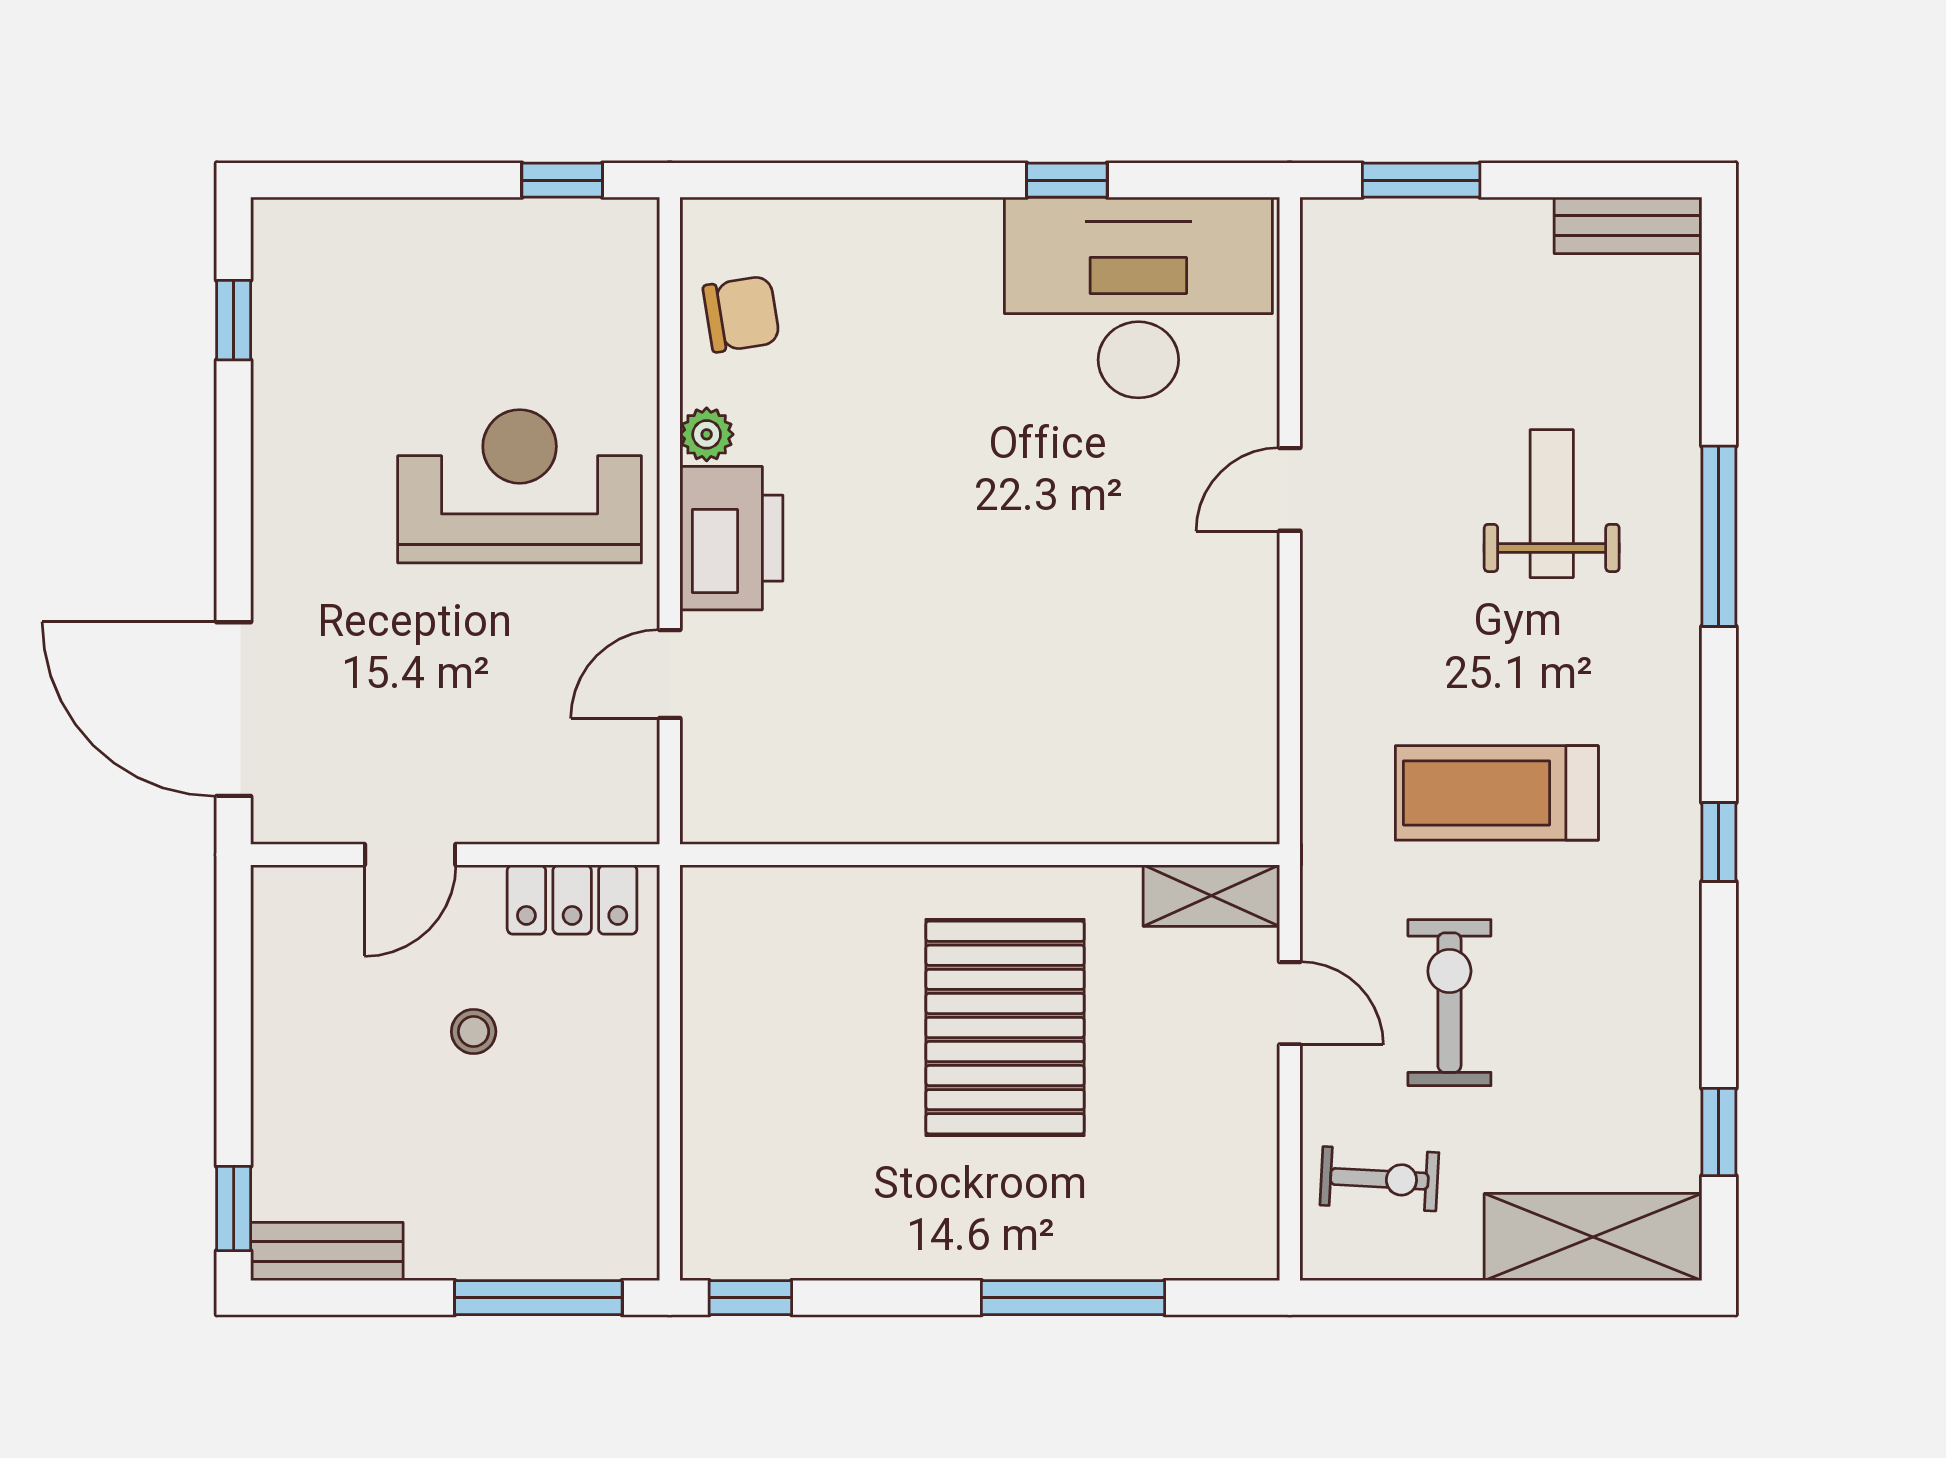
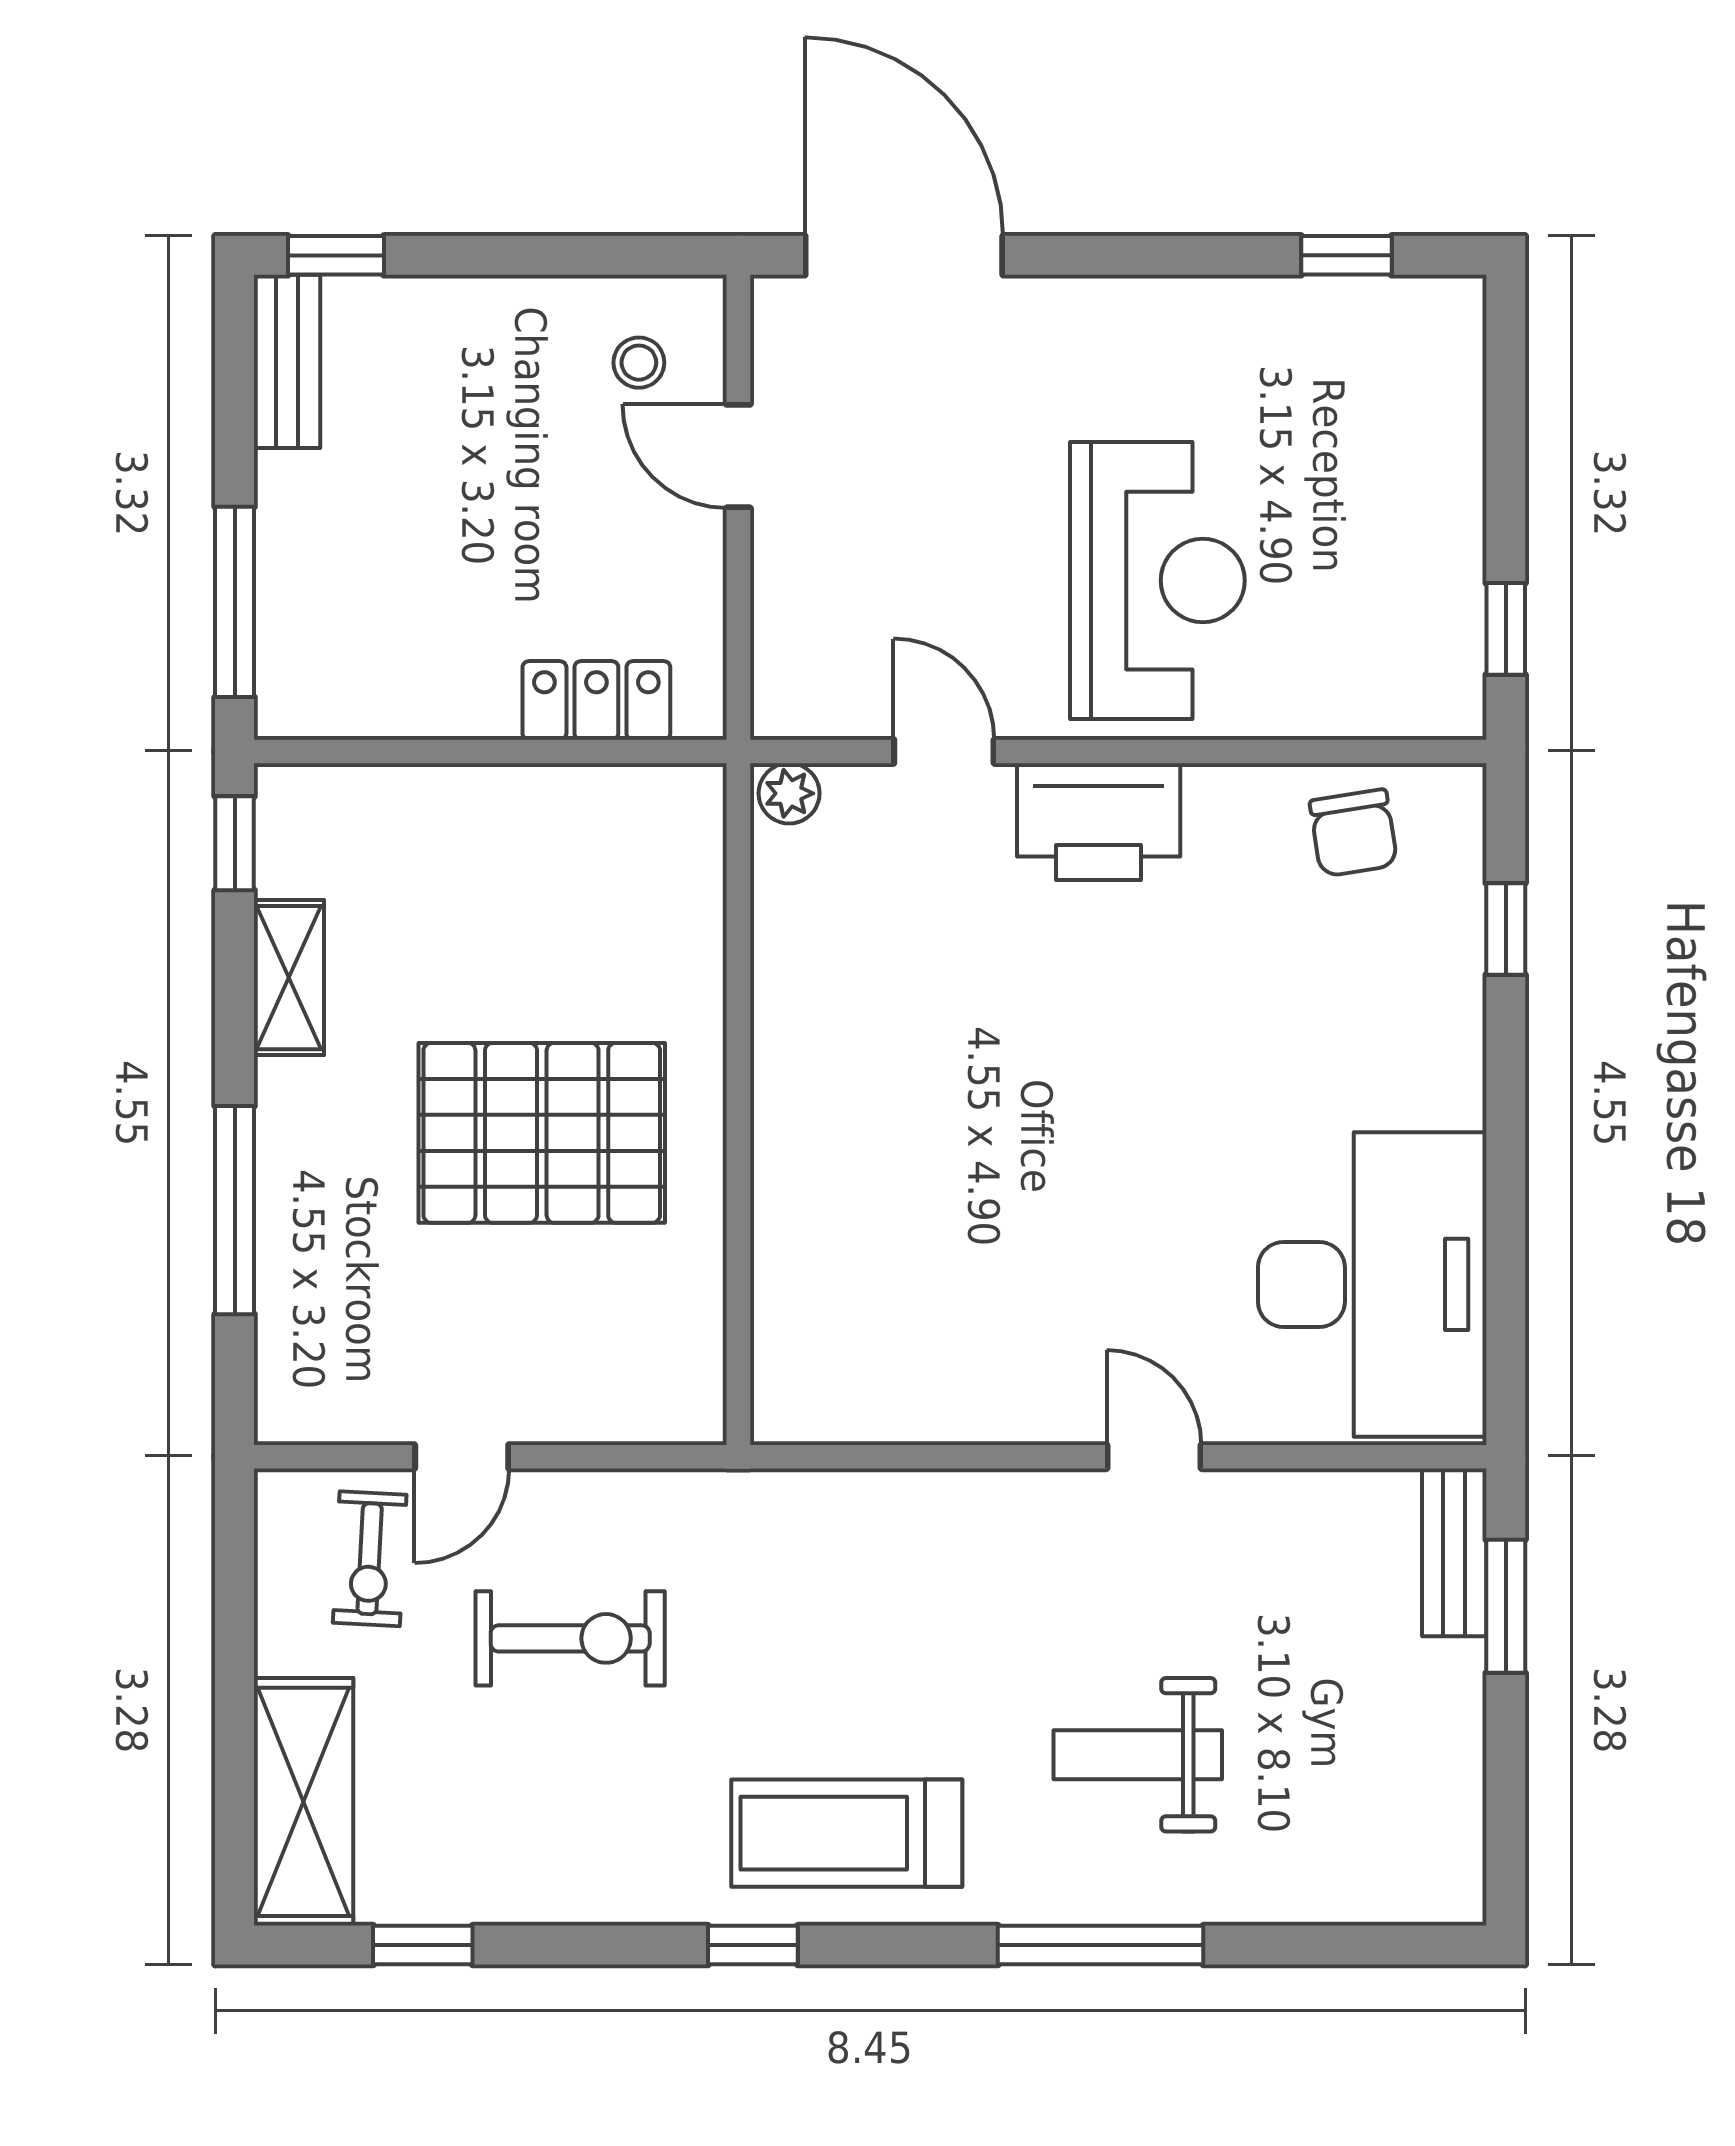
window: (1067, 180) -> (1506, 929), moved
bench: (1628, 225) -> (1454, 1552), moved
plant: (707, 434) -> (789, 793), moved
weight bench: (1552, 504) -> (1138, 1755), turned 180
door: (234, 709) -> (904, 255), hinge flipped
treadmill: (1497, 793) -> (847, 1833), moved, turned -90
shelving: (1211, 896) -> (289, 978), moved
locker: (572, 900) -> (596, 700), moved, turned 90
door: (1290, 1003) -> (462, 1457), moved
stool: (474, 1032) -> (639, 363), moved

